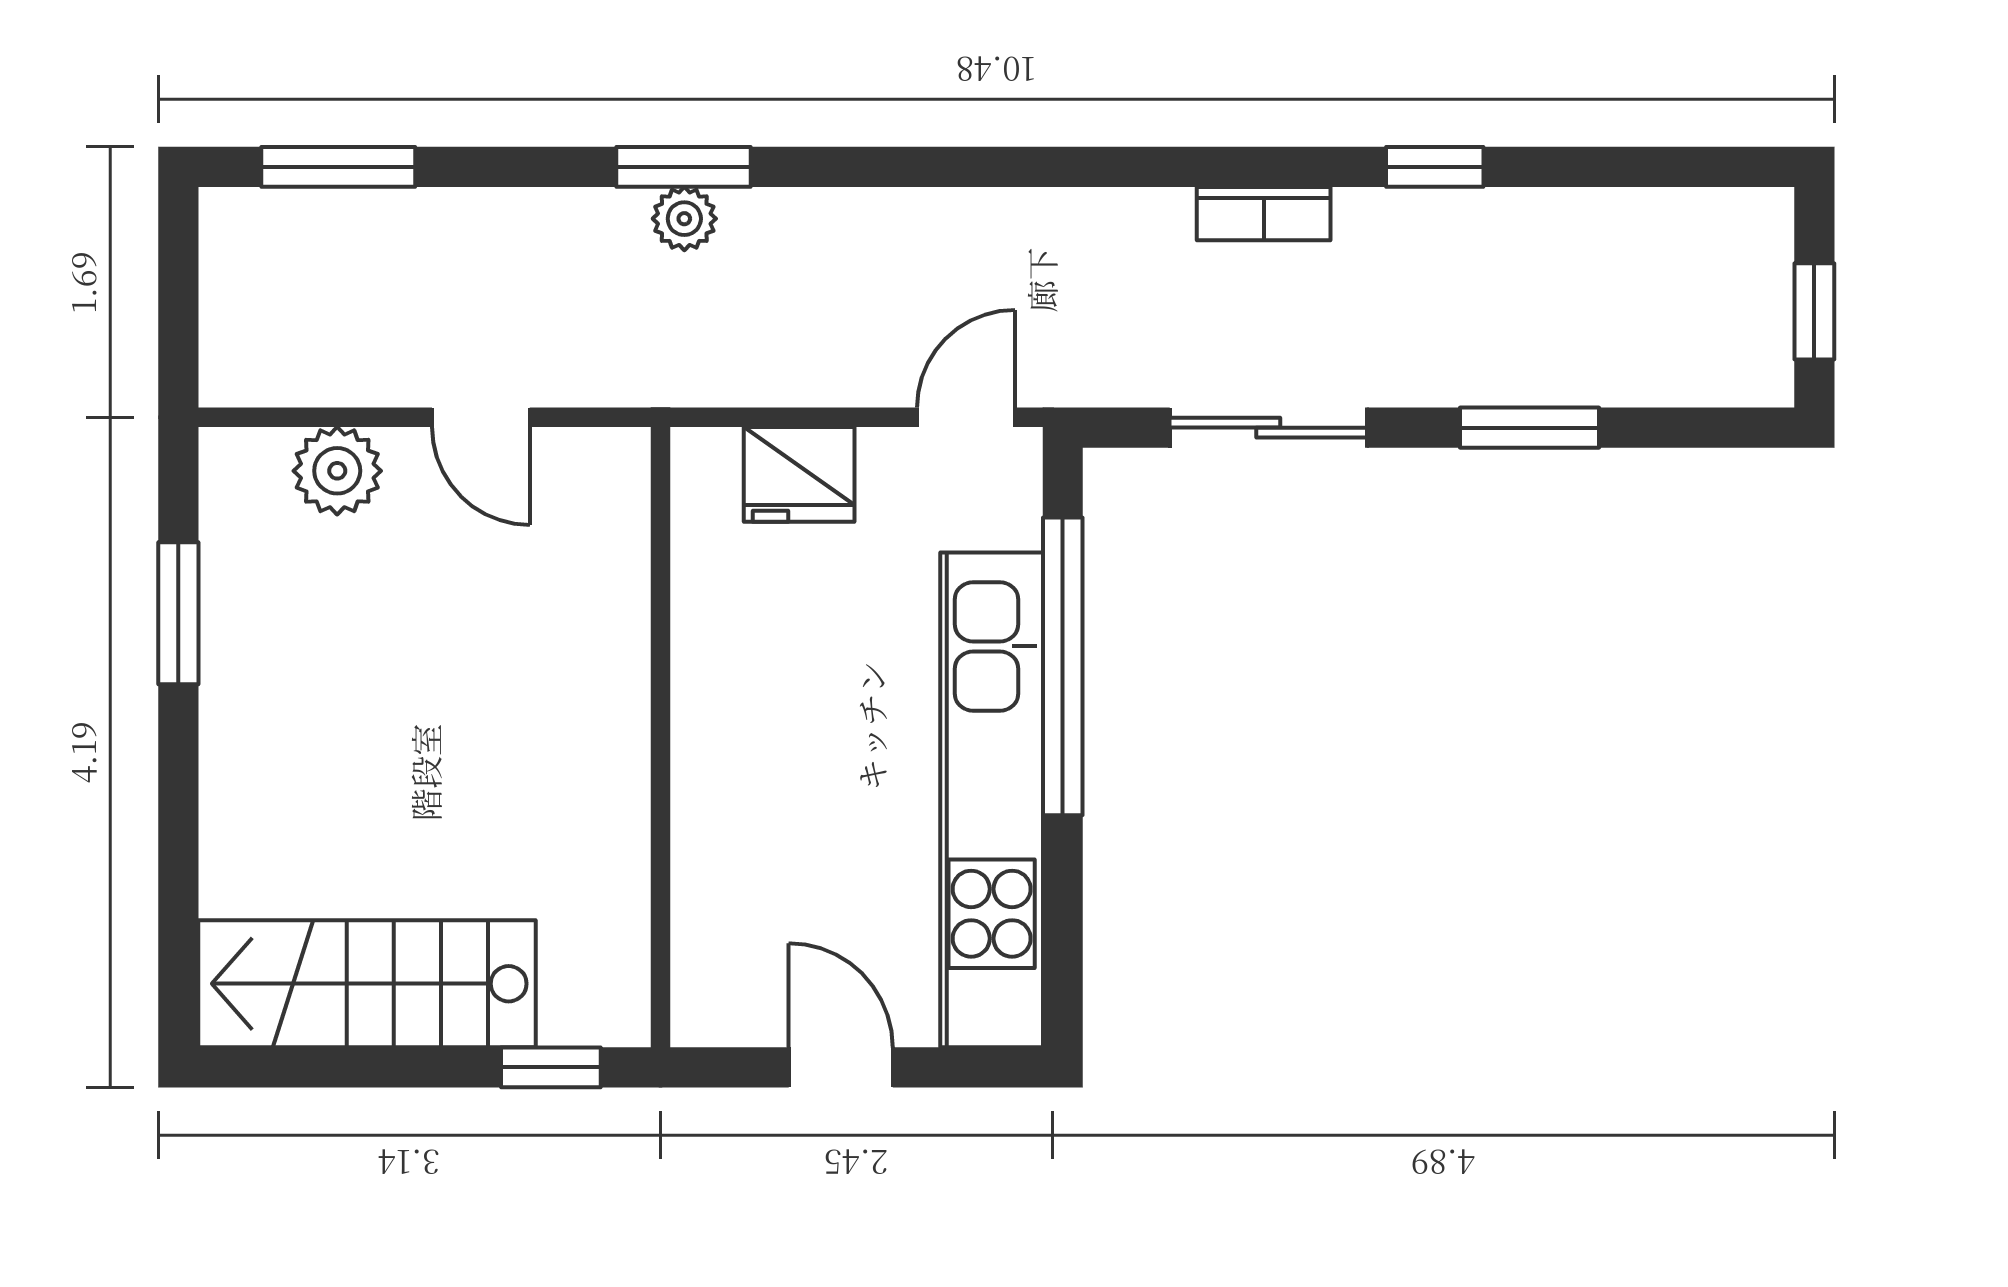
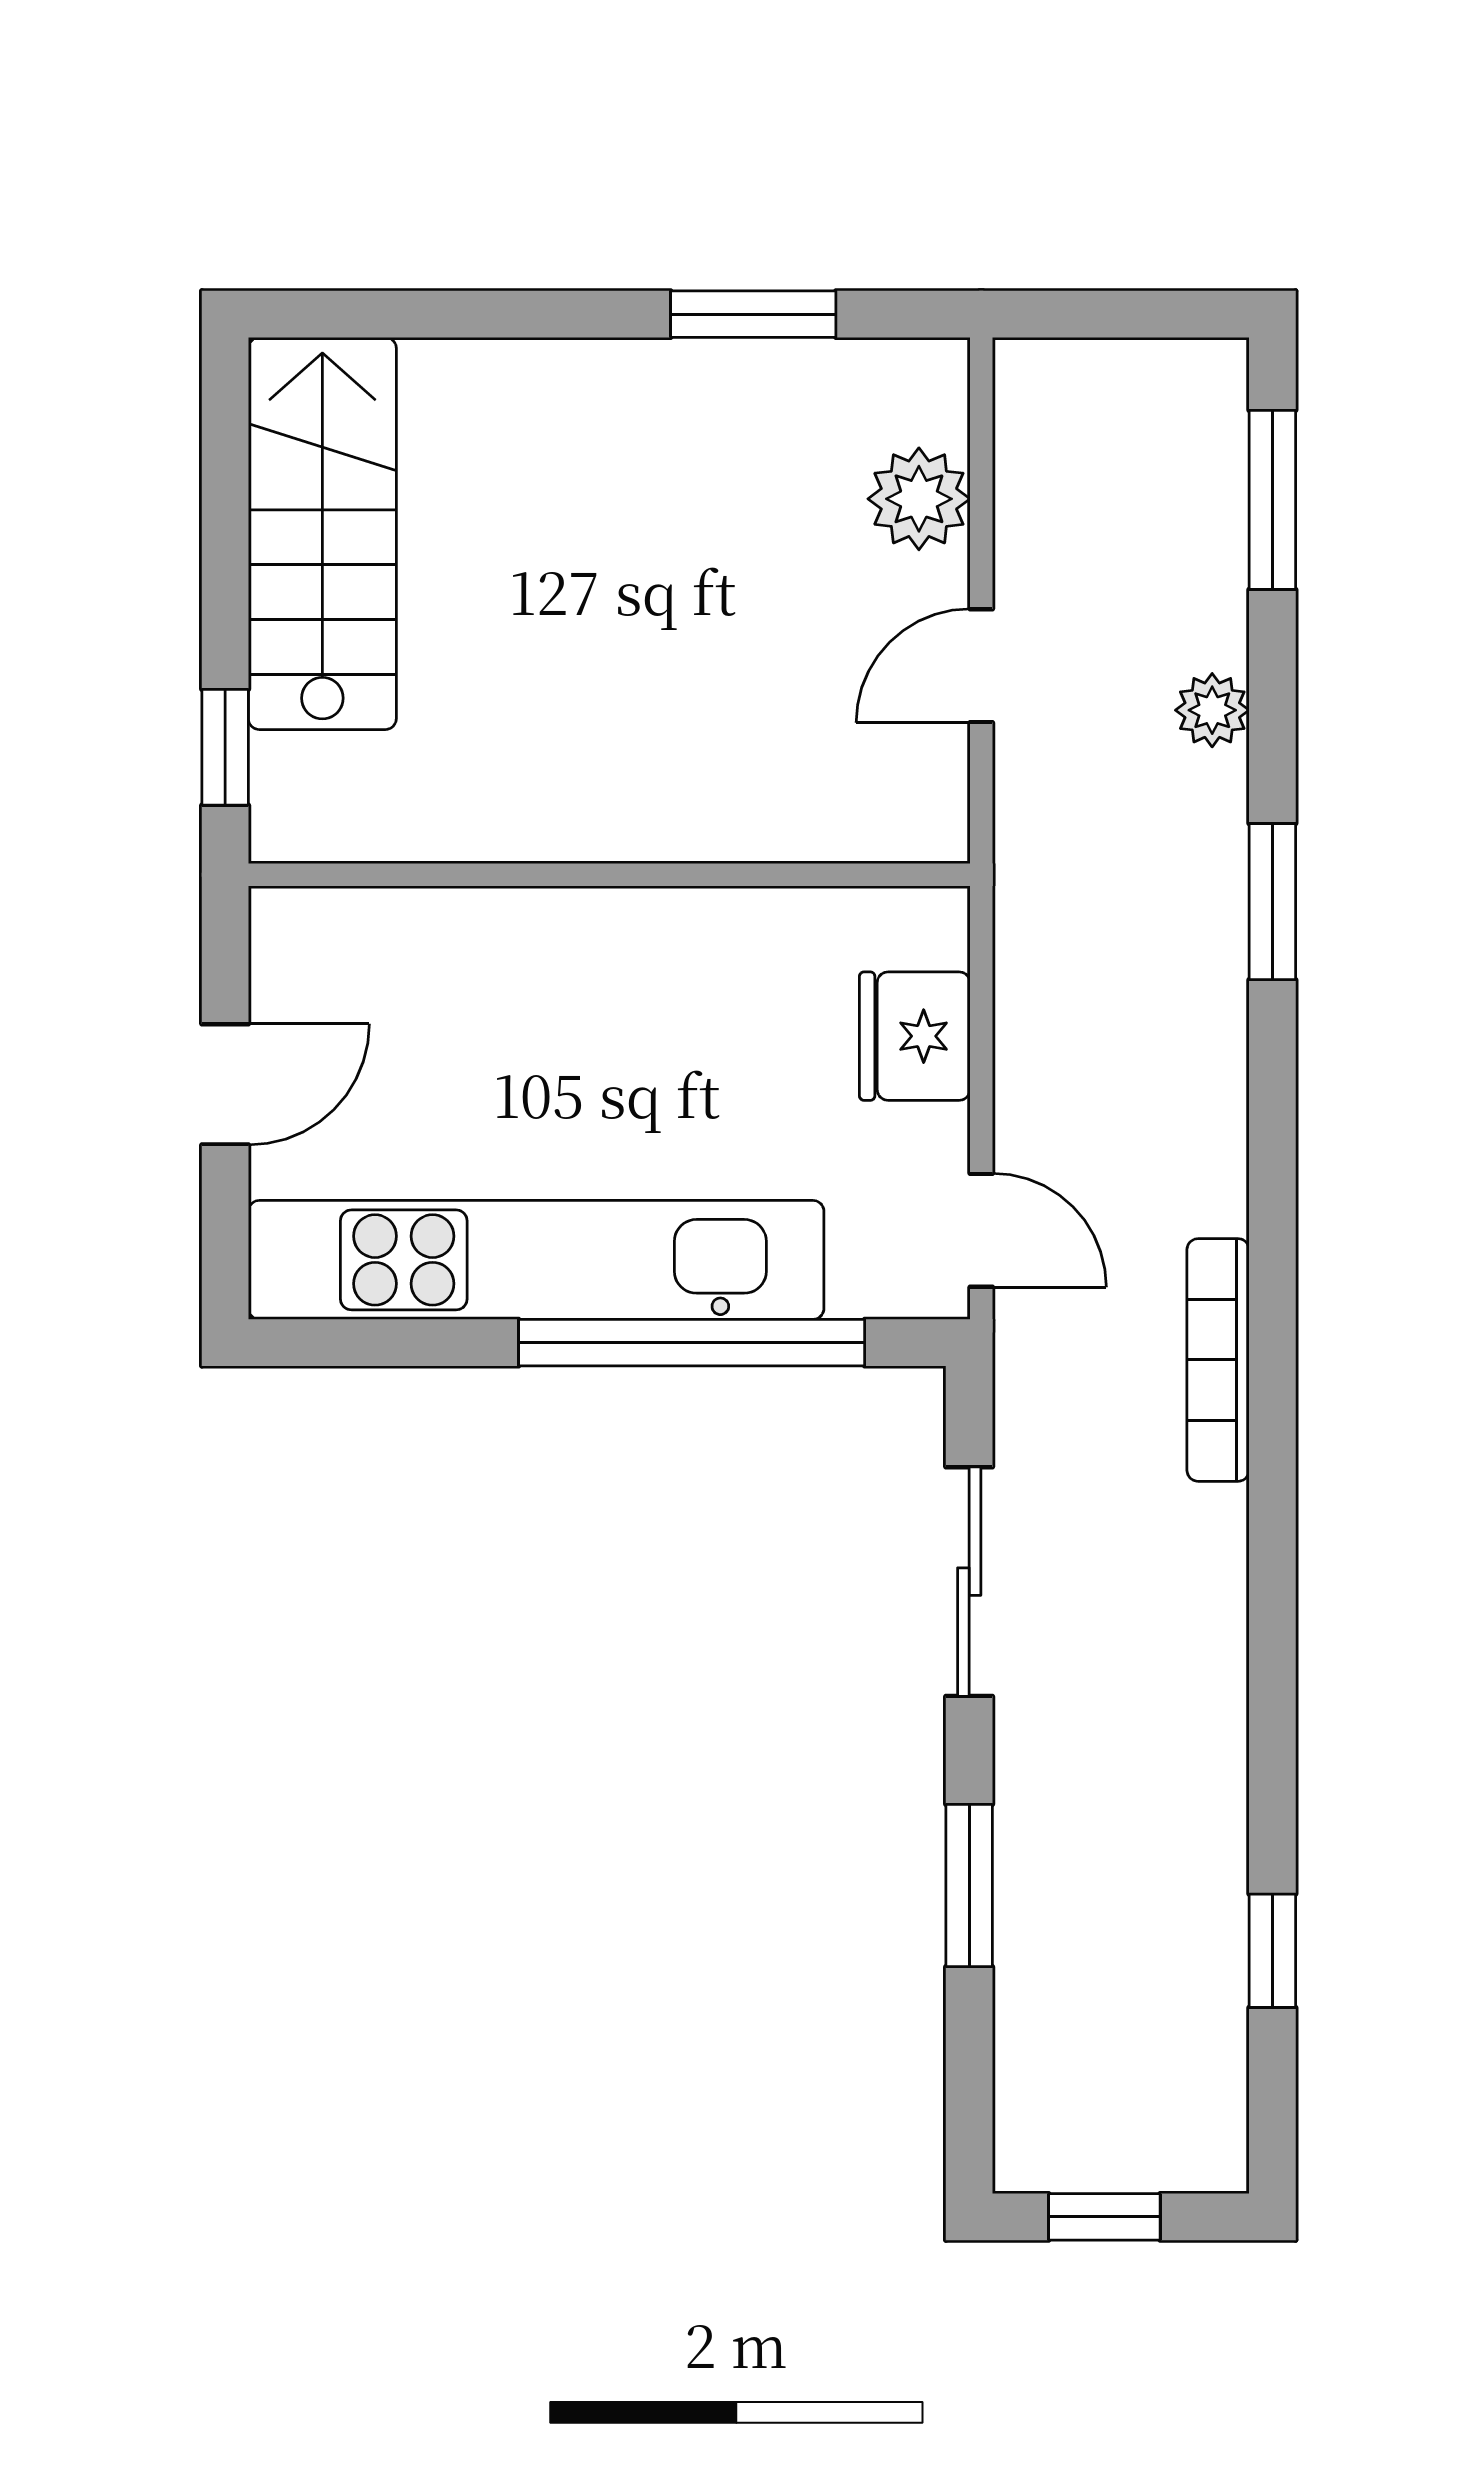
window: (1435, 167) -> (1272, 1951), moved
bookcase: (1264, 214) -> (1218, 1360), moved, width x1.56
plant: (684, 219) -> (1212, 710), moved

